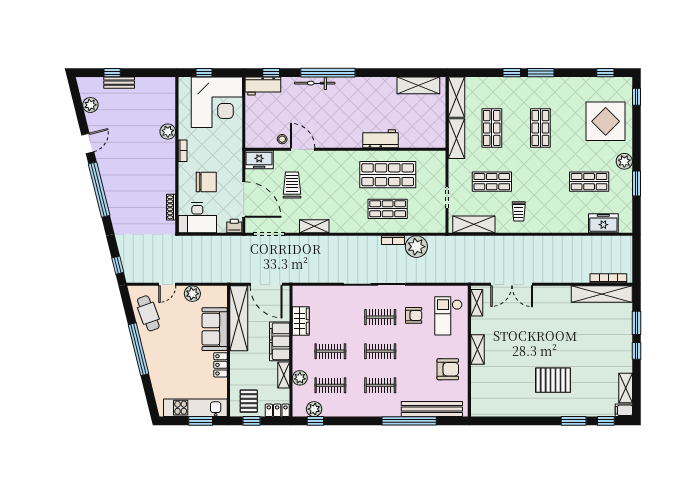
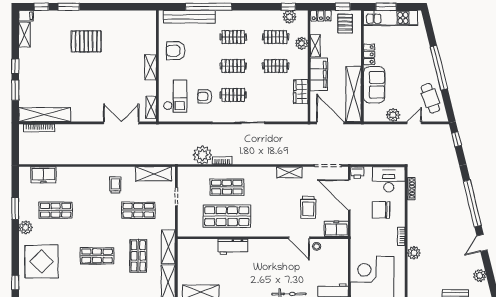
shop shelf: (540, 128) -> (97, 256), turned 90

